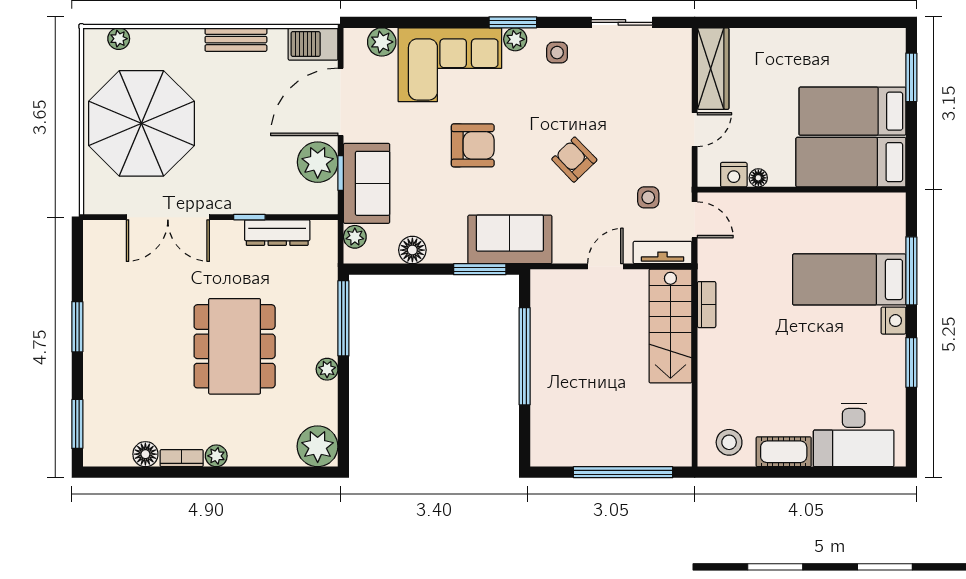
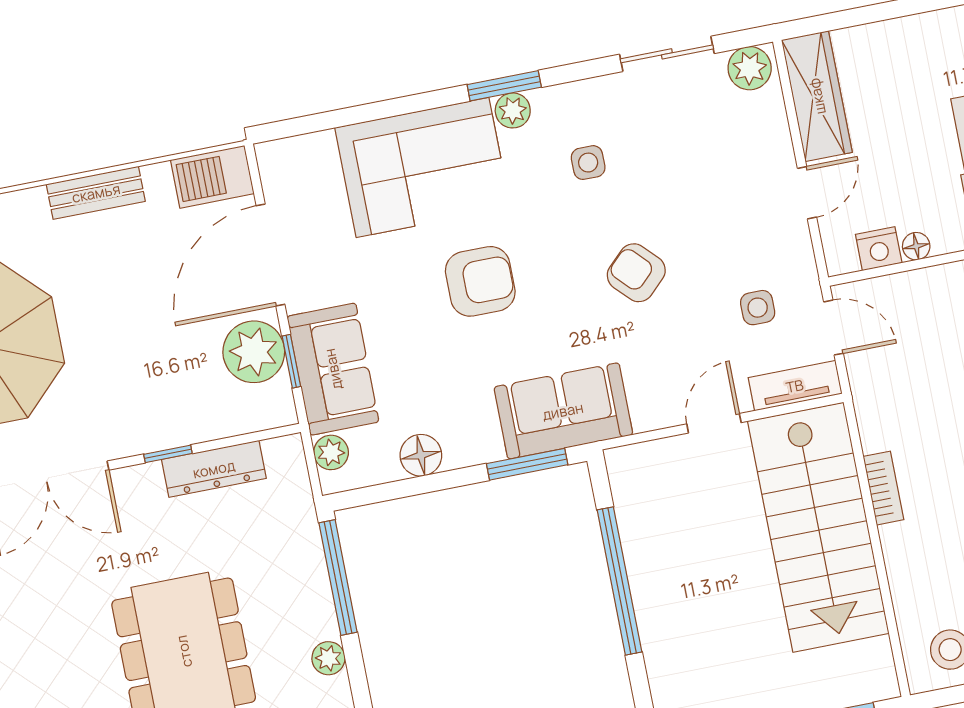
plant: (382, 42) -> (750, 68), moved
side table: (557, 53) -> (588, 163), moved
bookcase: (707, 305) -> (883, 488), moved
stairs: (670, 326) -> (818, 527), width x1.36, depth x1.51

